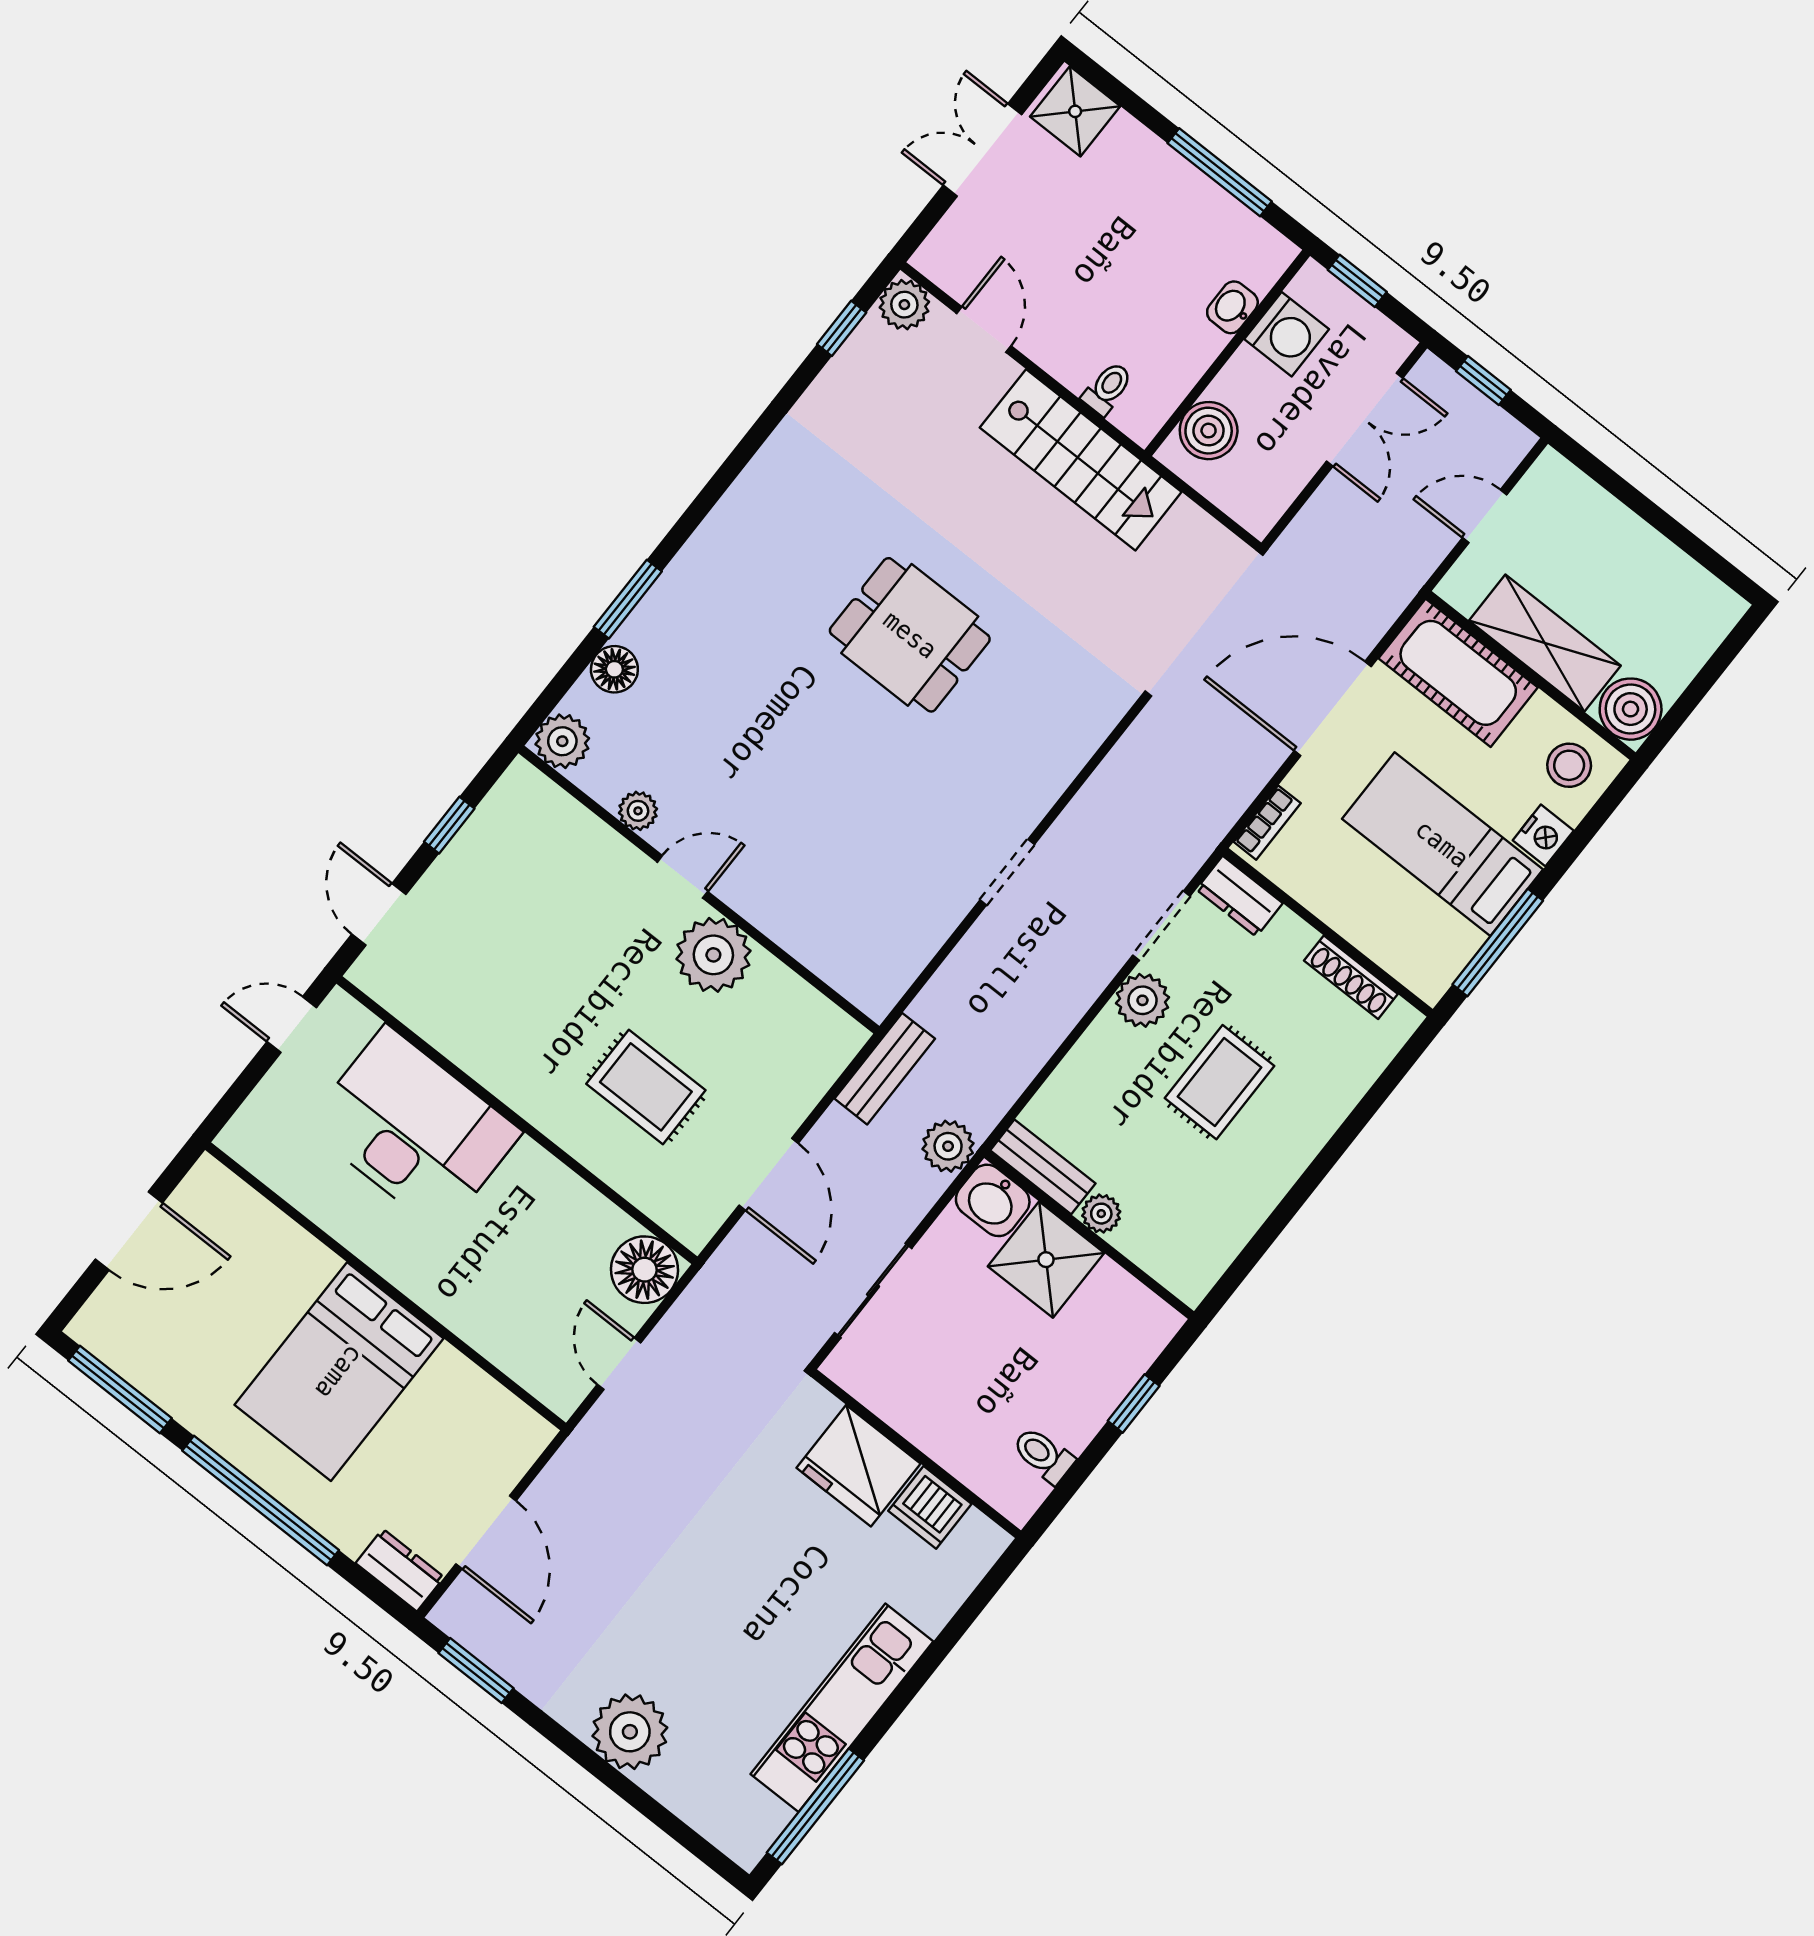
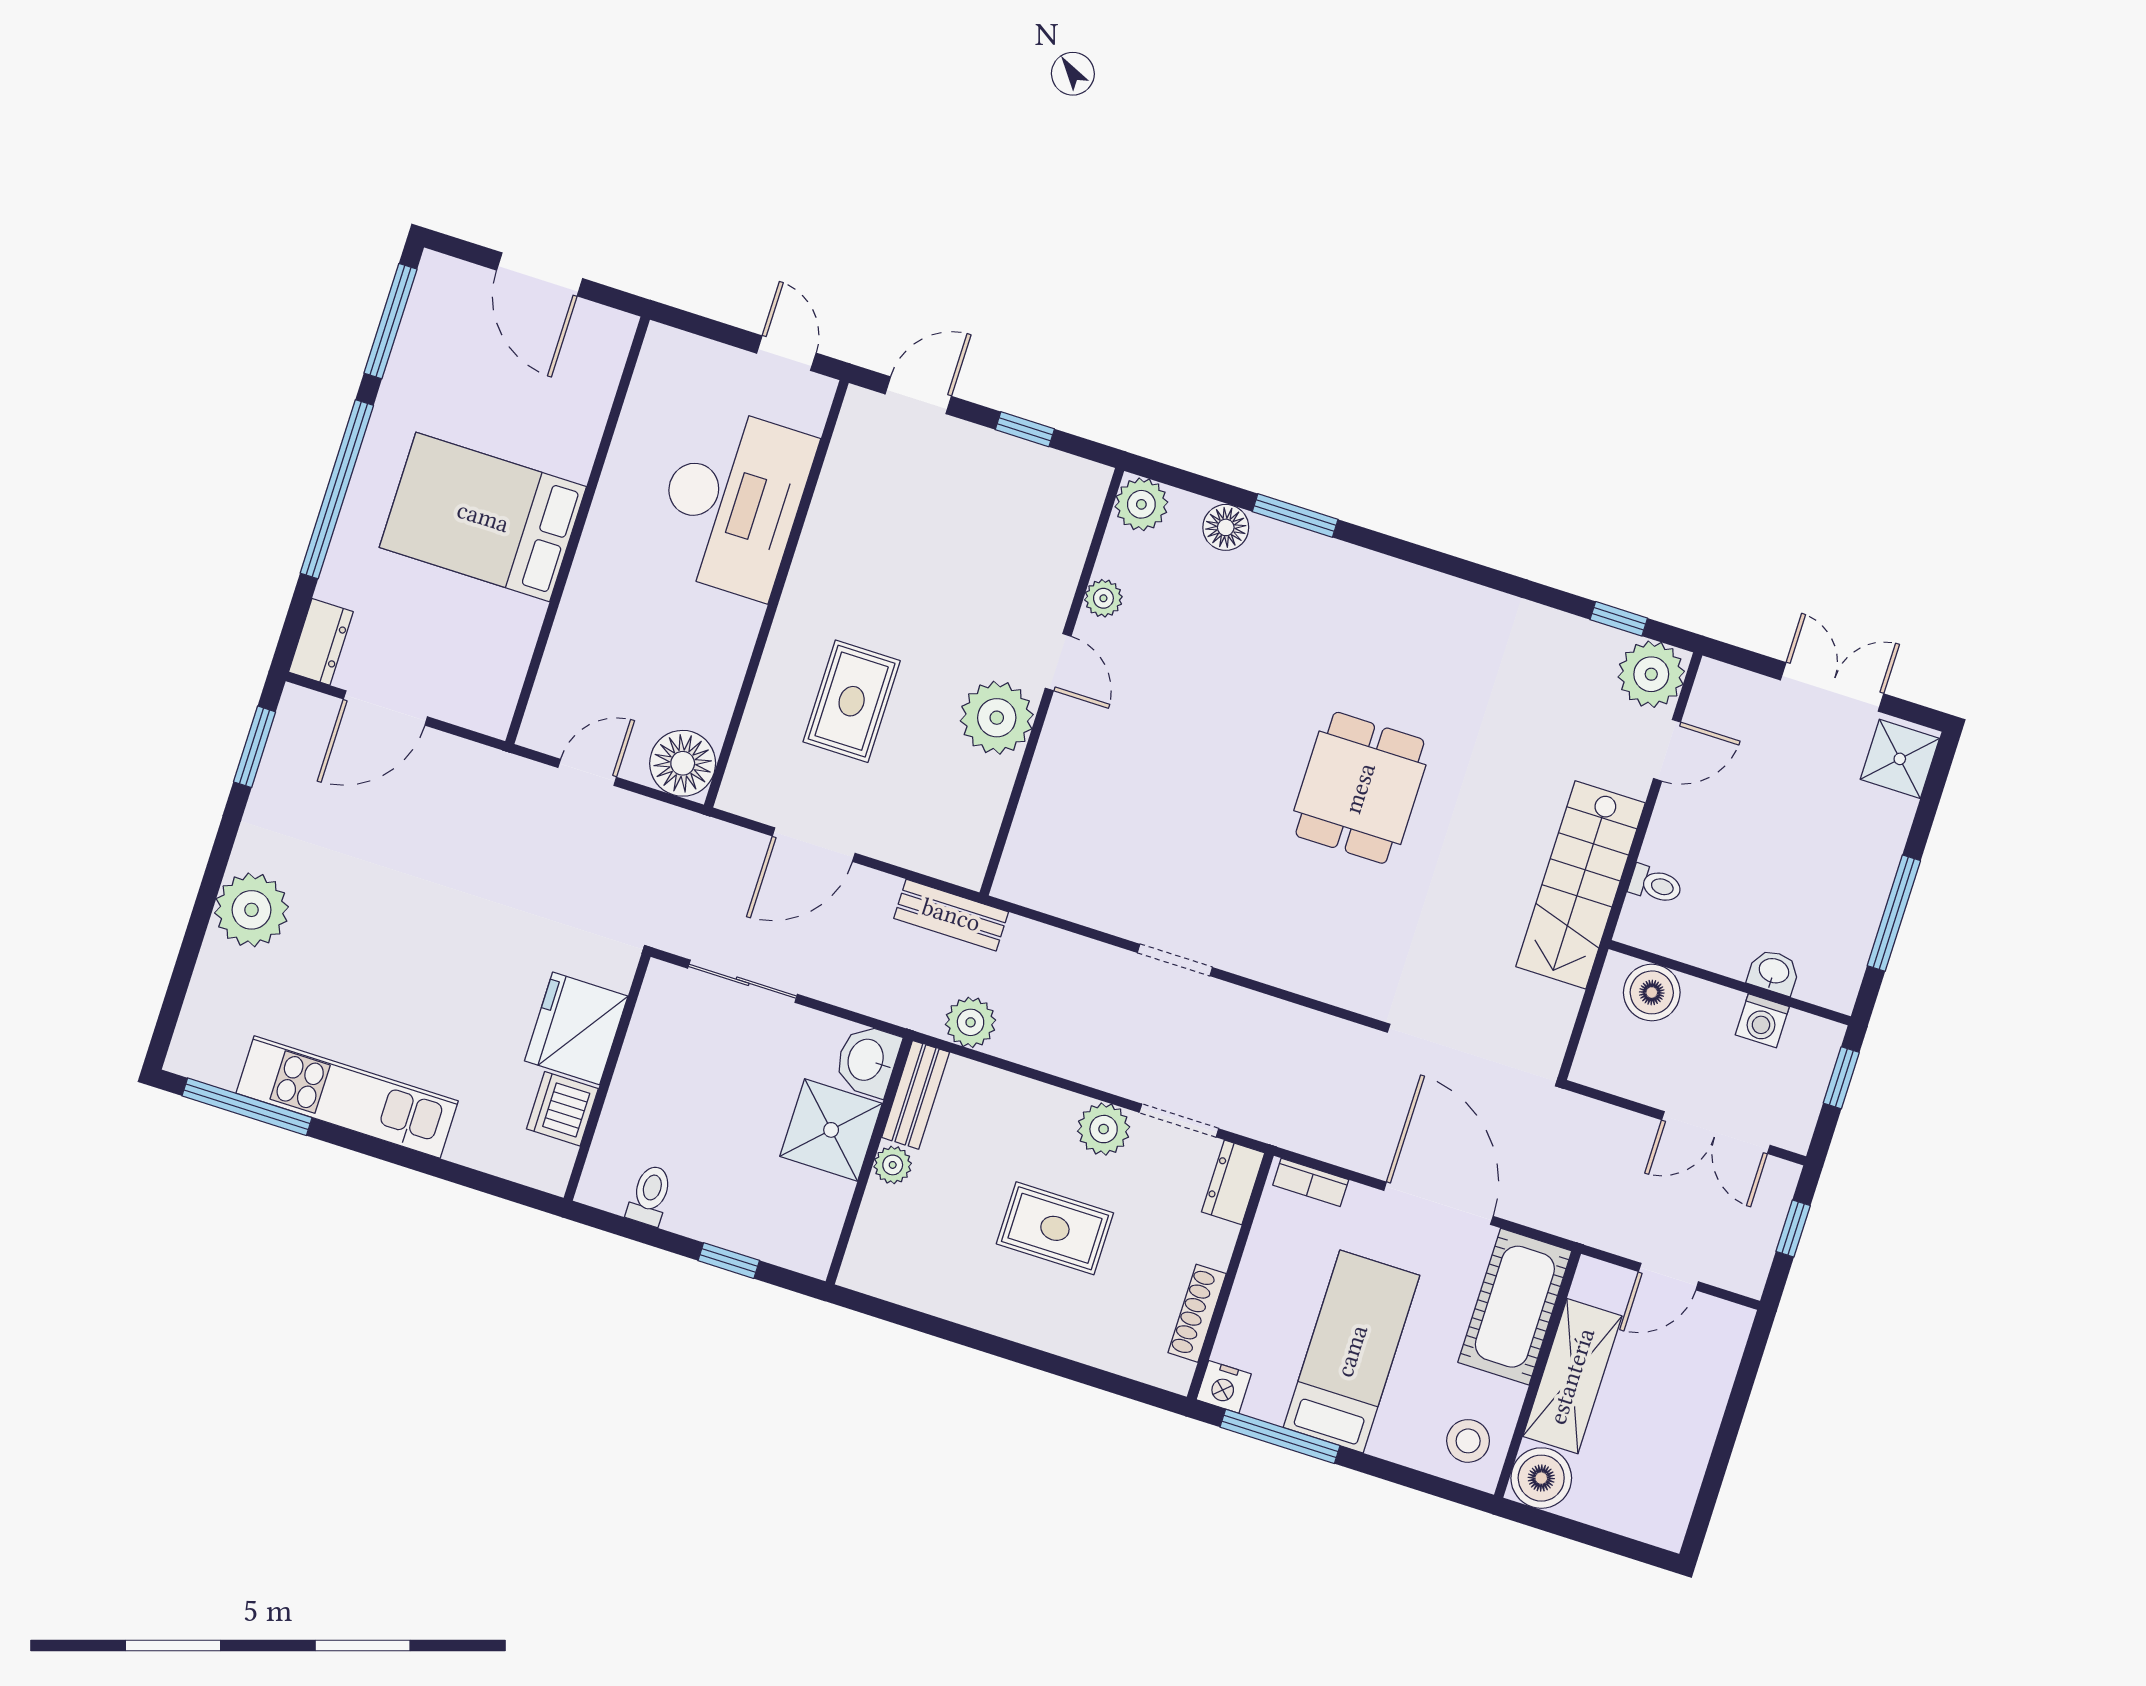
plant: (904, 305) -> (1651, 674), width x1.36, depth x1.36
washing machine: (1287, 334) -> (1762, 1021), width x0.73, depth x0.73
door: (1485, 516) -> (1668, 1277), swing flipped
nightstand: (1543, 835) -> (1224, 1387), moved
plant: (948, 1146) -> (971, 1022), moved

